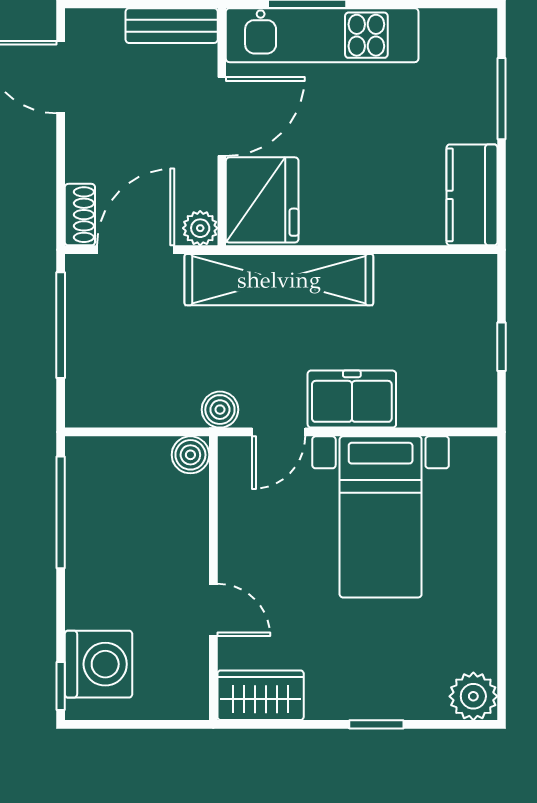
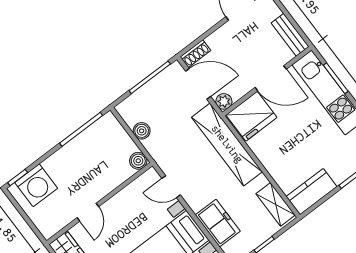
shelving: (447, 274) -> (276, 204), added
freezer: (352, 399) -> (218, 223), moved
boiler: (220, 410) -> (142, 131), moved

